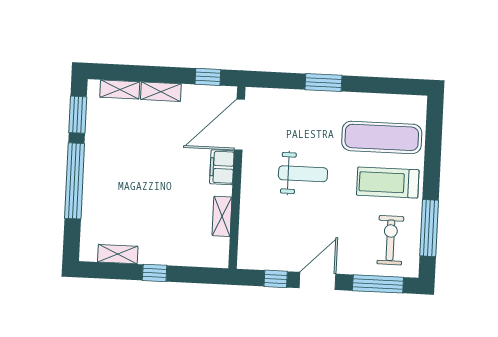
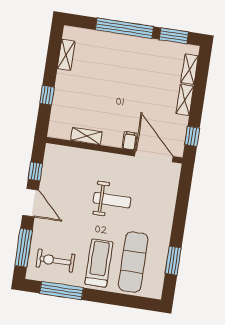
window: (323, 83) -> (173, 261), moved
filing cabinet: (222, 167) -> (130, 141), width x0.50
weight bench: (303, 174) -> (112, 200), turned -90
exercise bike: (390, 240) -> (55, 261), turned 180
window: (155, 273) -> (47, 95), moved

